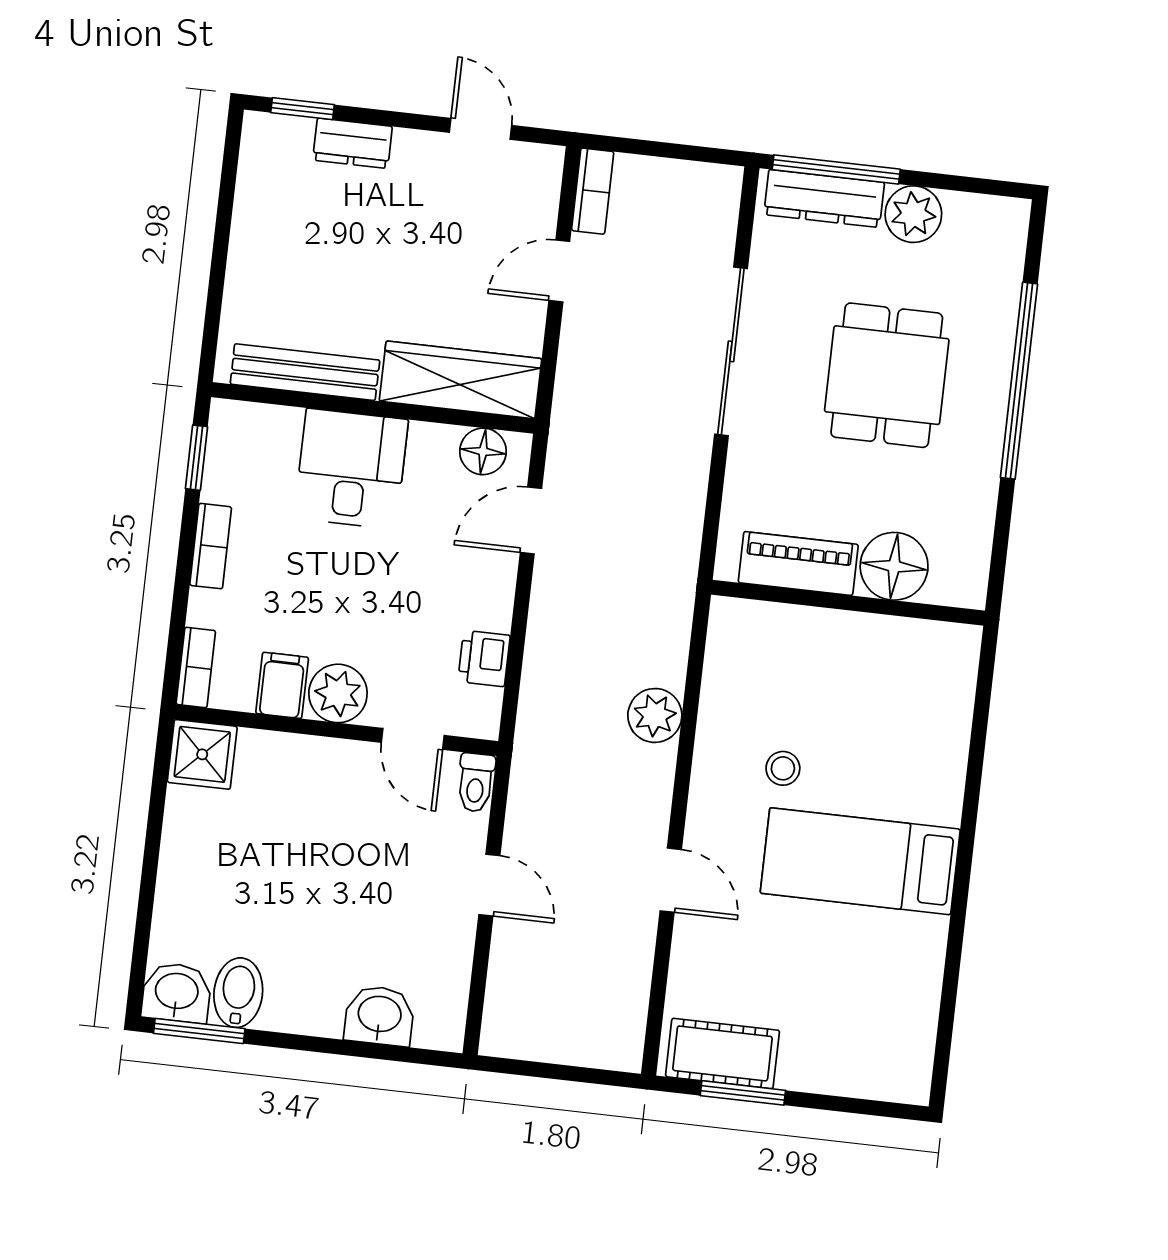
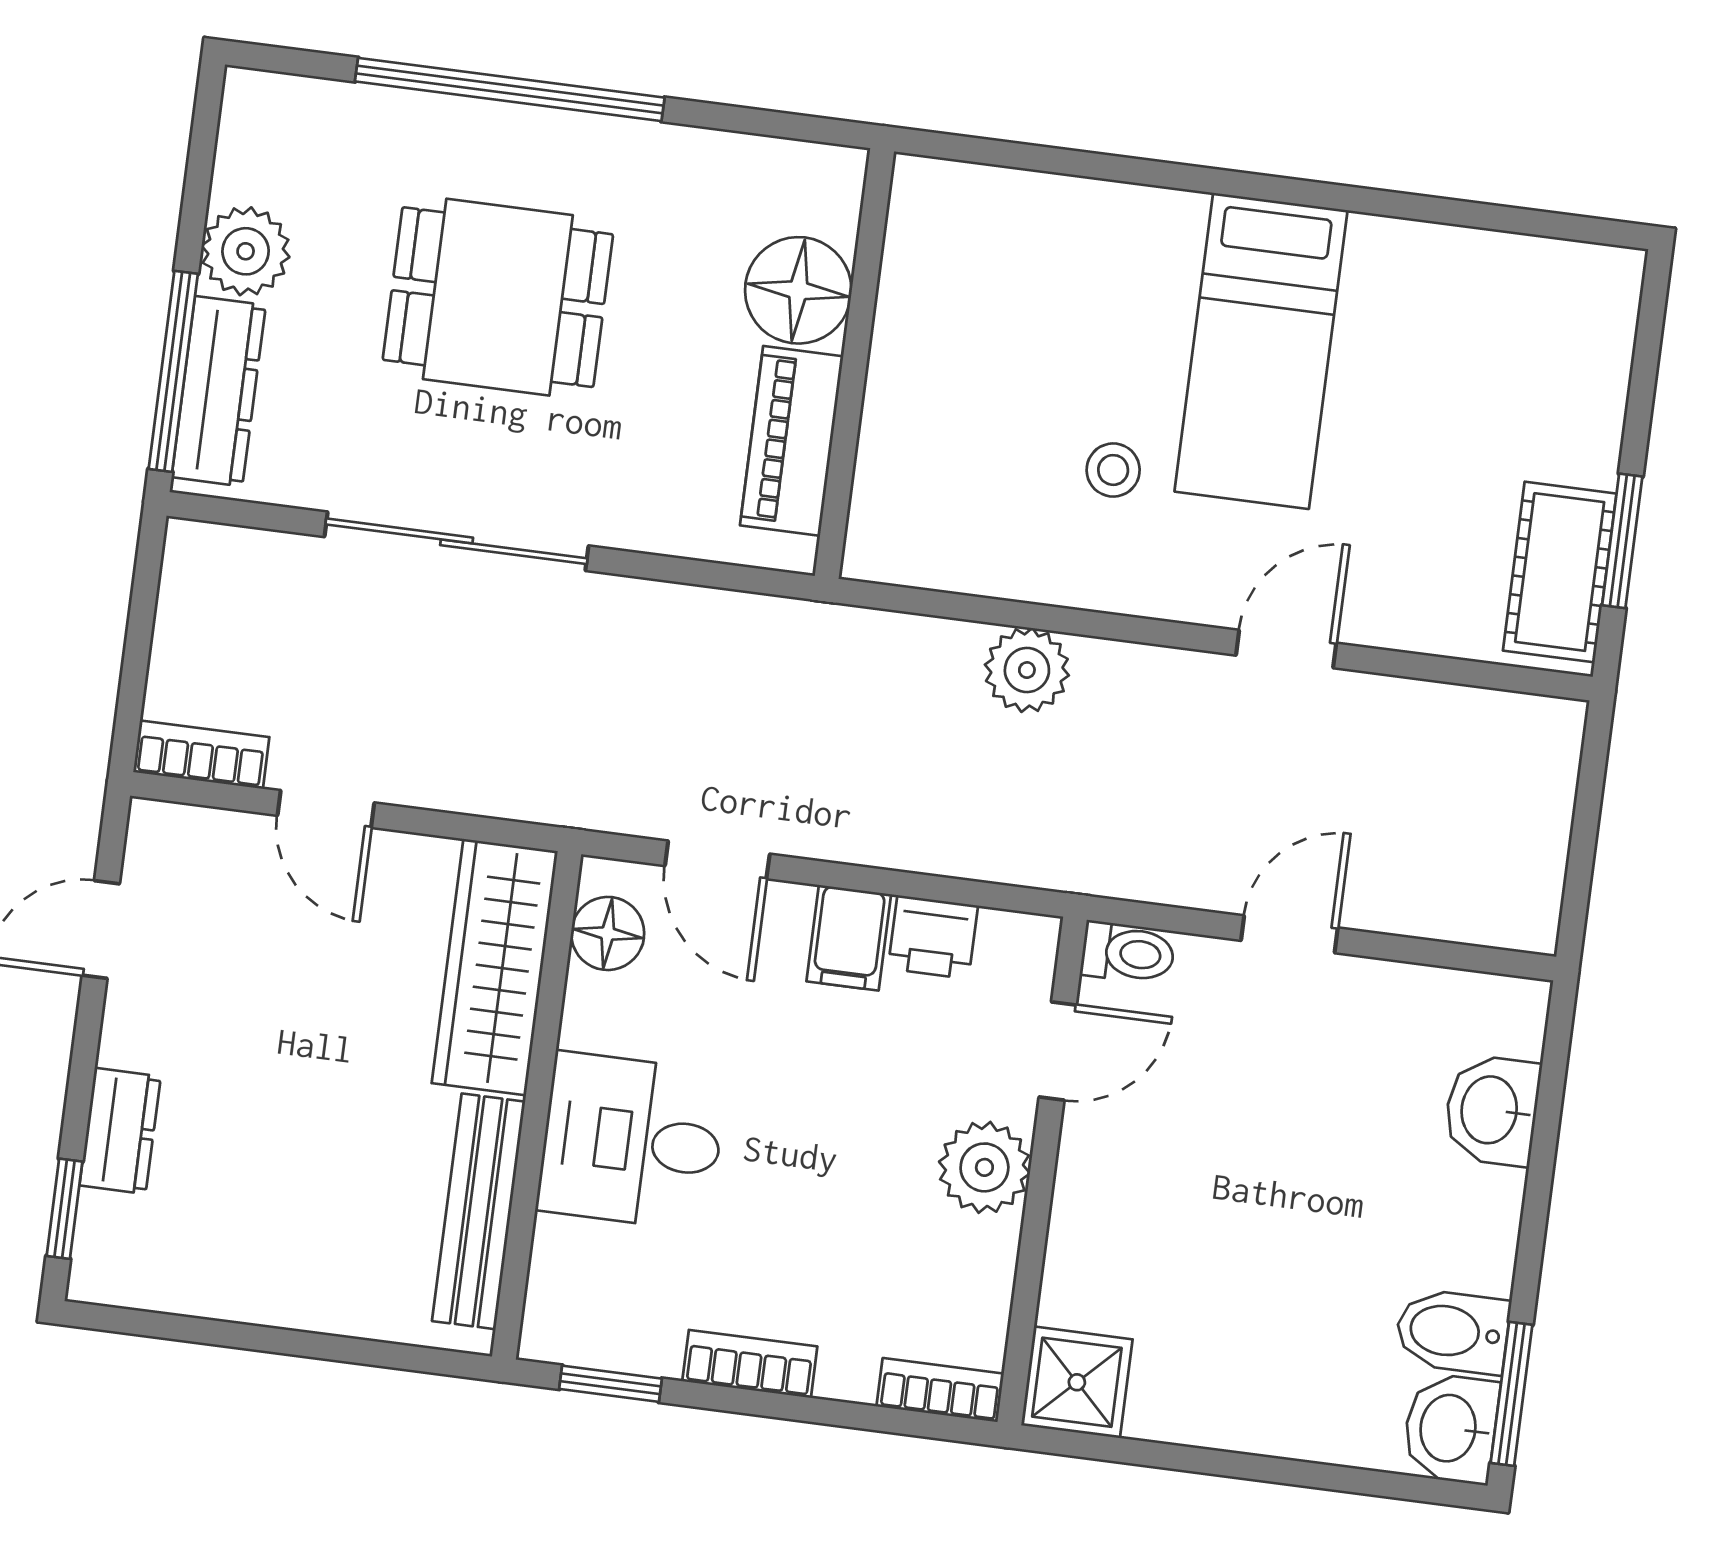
filing cabinet: (282, 685) -> (849, 938), moved, turned -90

